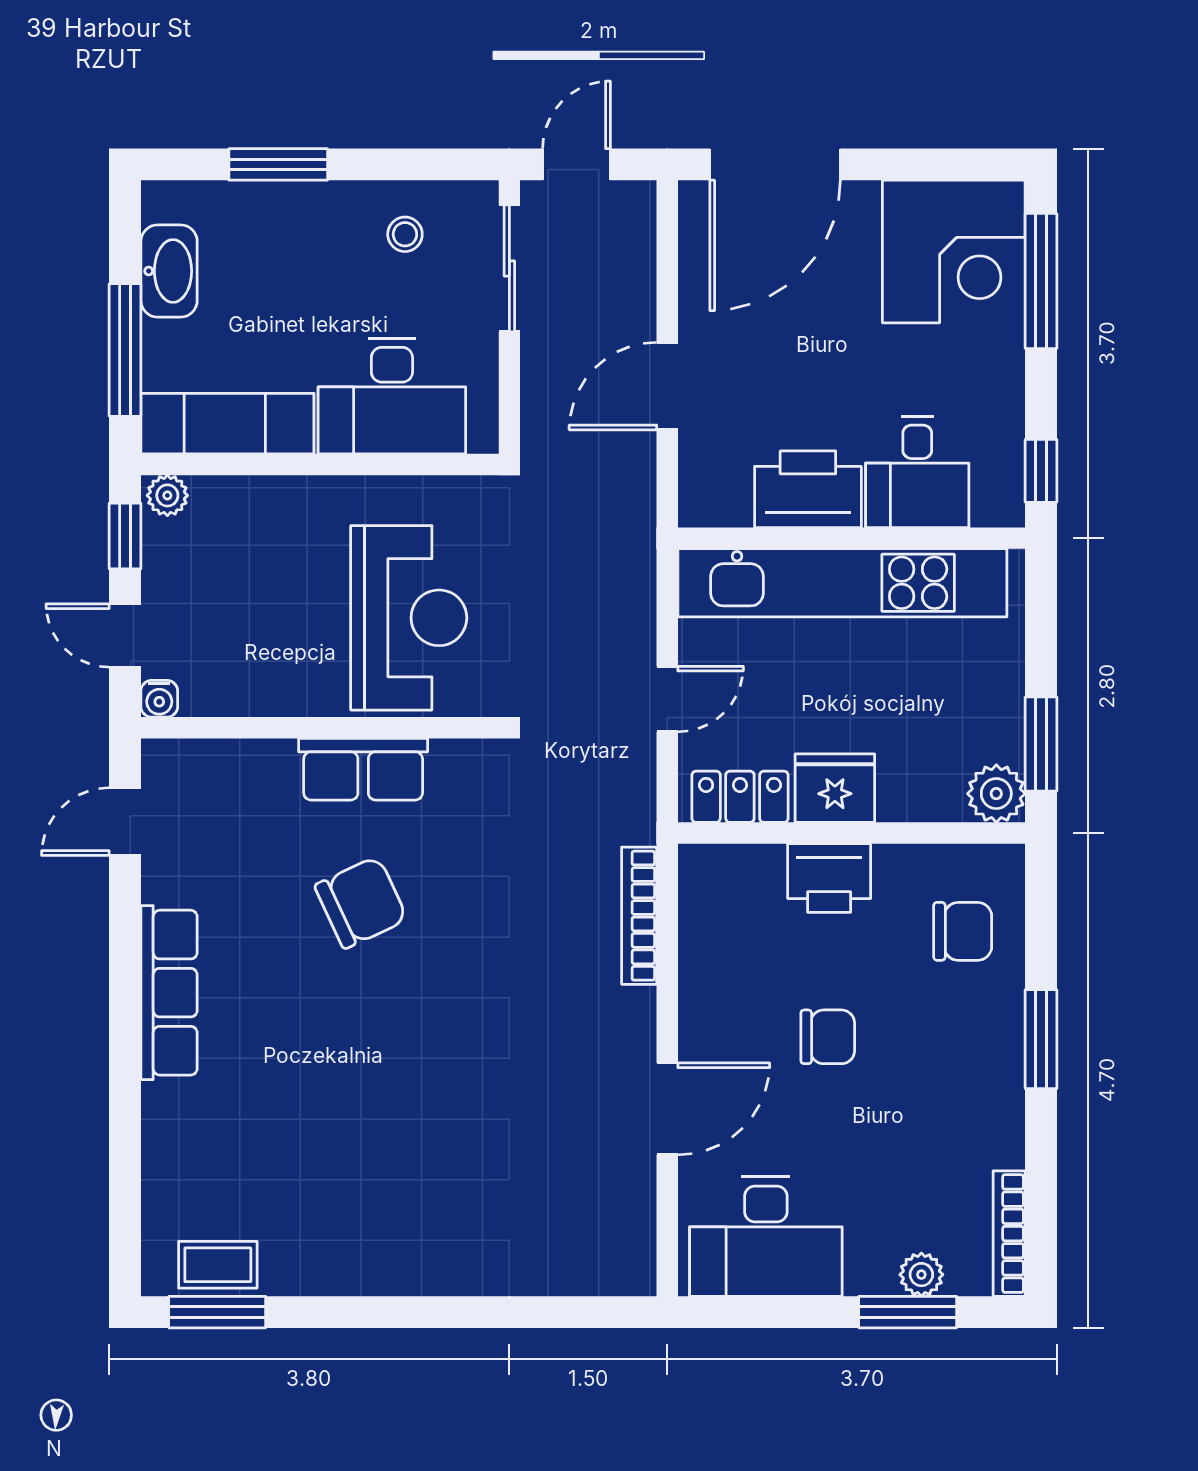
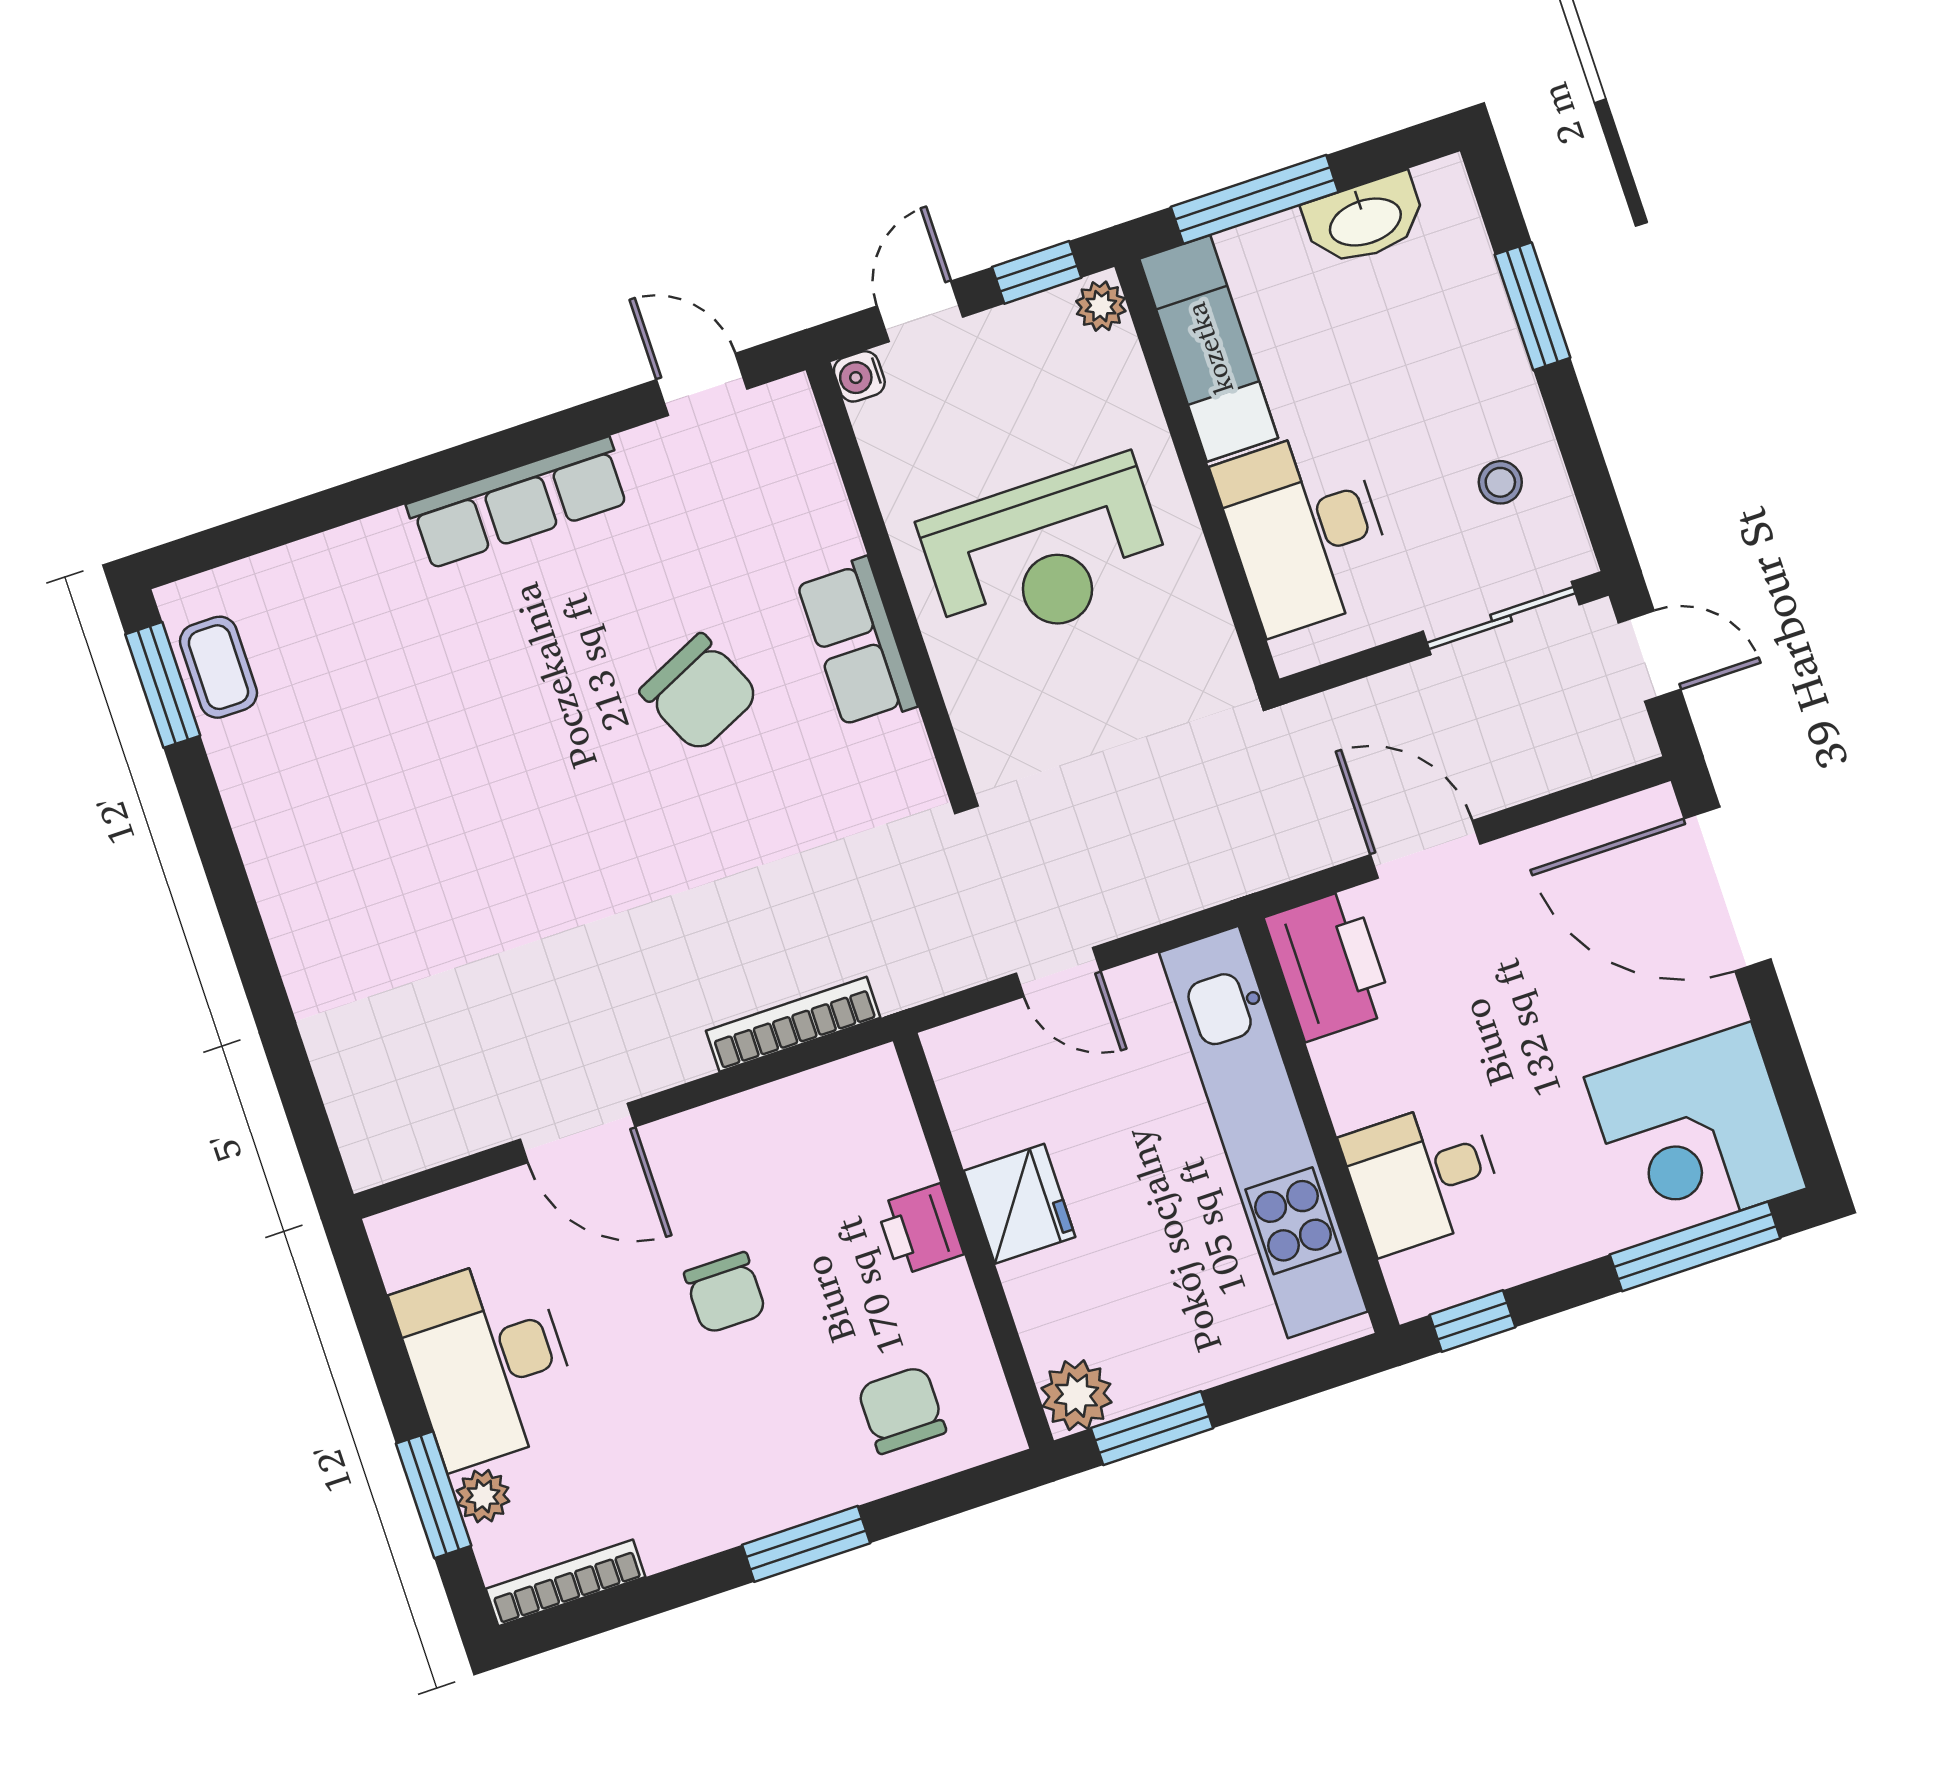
printer: (808, 489) -> (1329, 965), moved
reception desk: (409, 618) -> (1046, 554), moved
locker: (740, 797) -> (972, 1096), removed
printer: (829, 878) -> (920, 1230), width x0.73, depth x0.81
chair: (963, 931) -> (902, 1410), turned 180
desk: (766, 1236) -> (488, 1361), moved

